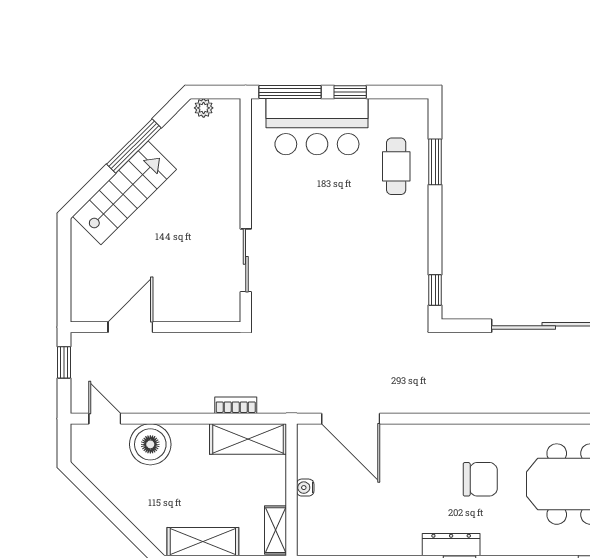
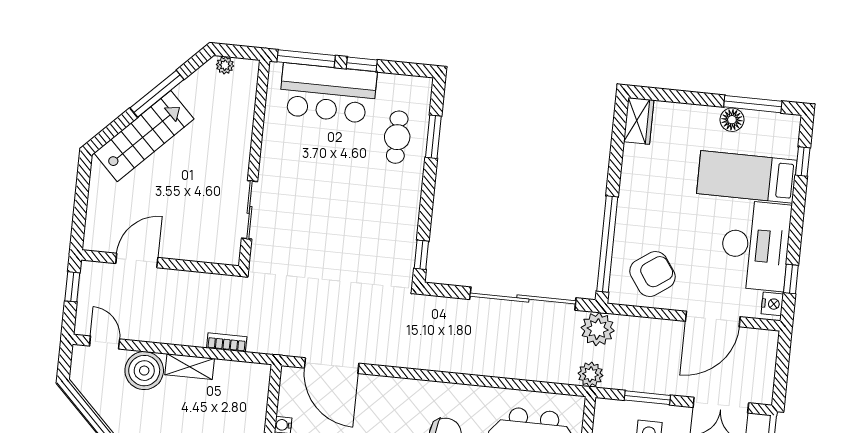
shelving: (248, 439) -> (190, 367), moved, width x0.67, depth x0.75

